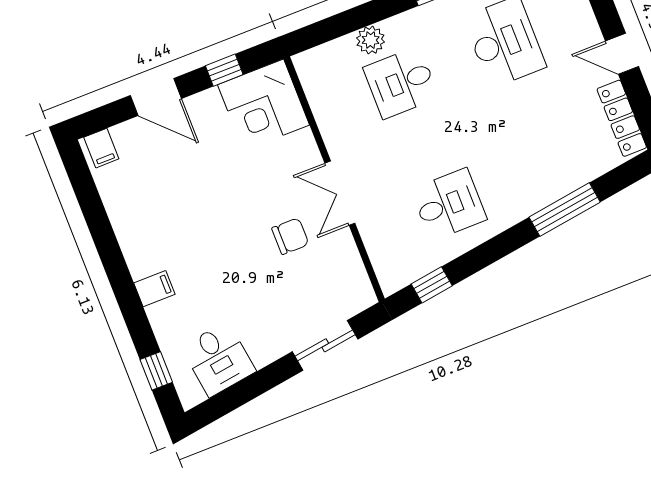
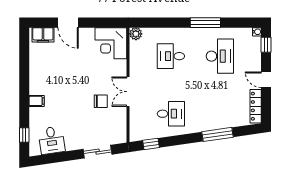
plant: (371, 40) -> (136, 34), moved
window: (224, 70) -> (100, 23), removed
filing cabinet: (101, 148) -> (43, 35), width x2.00

